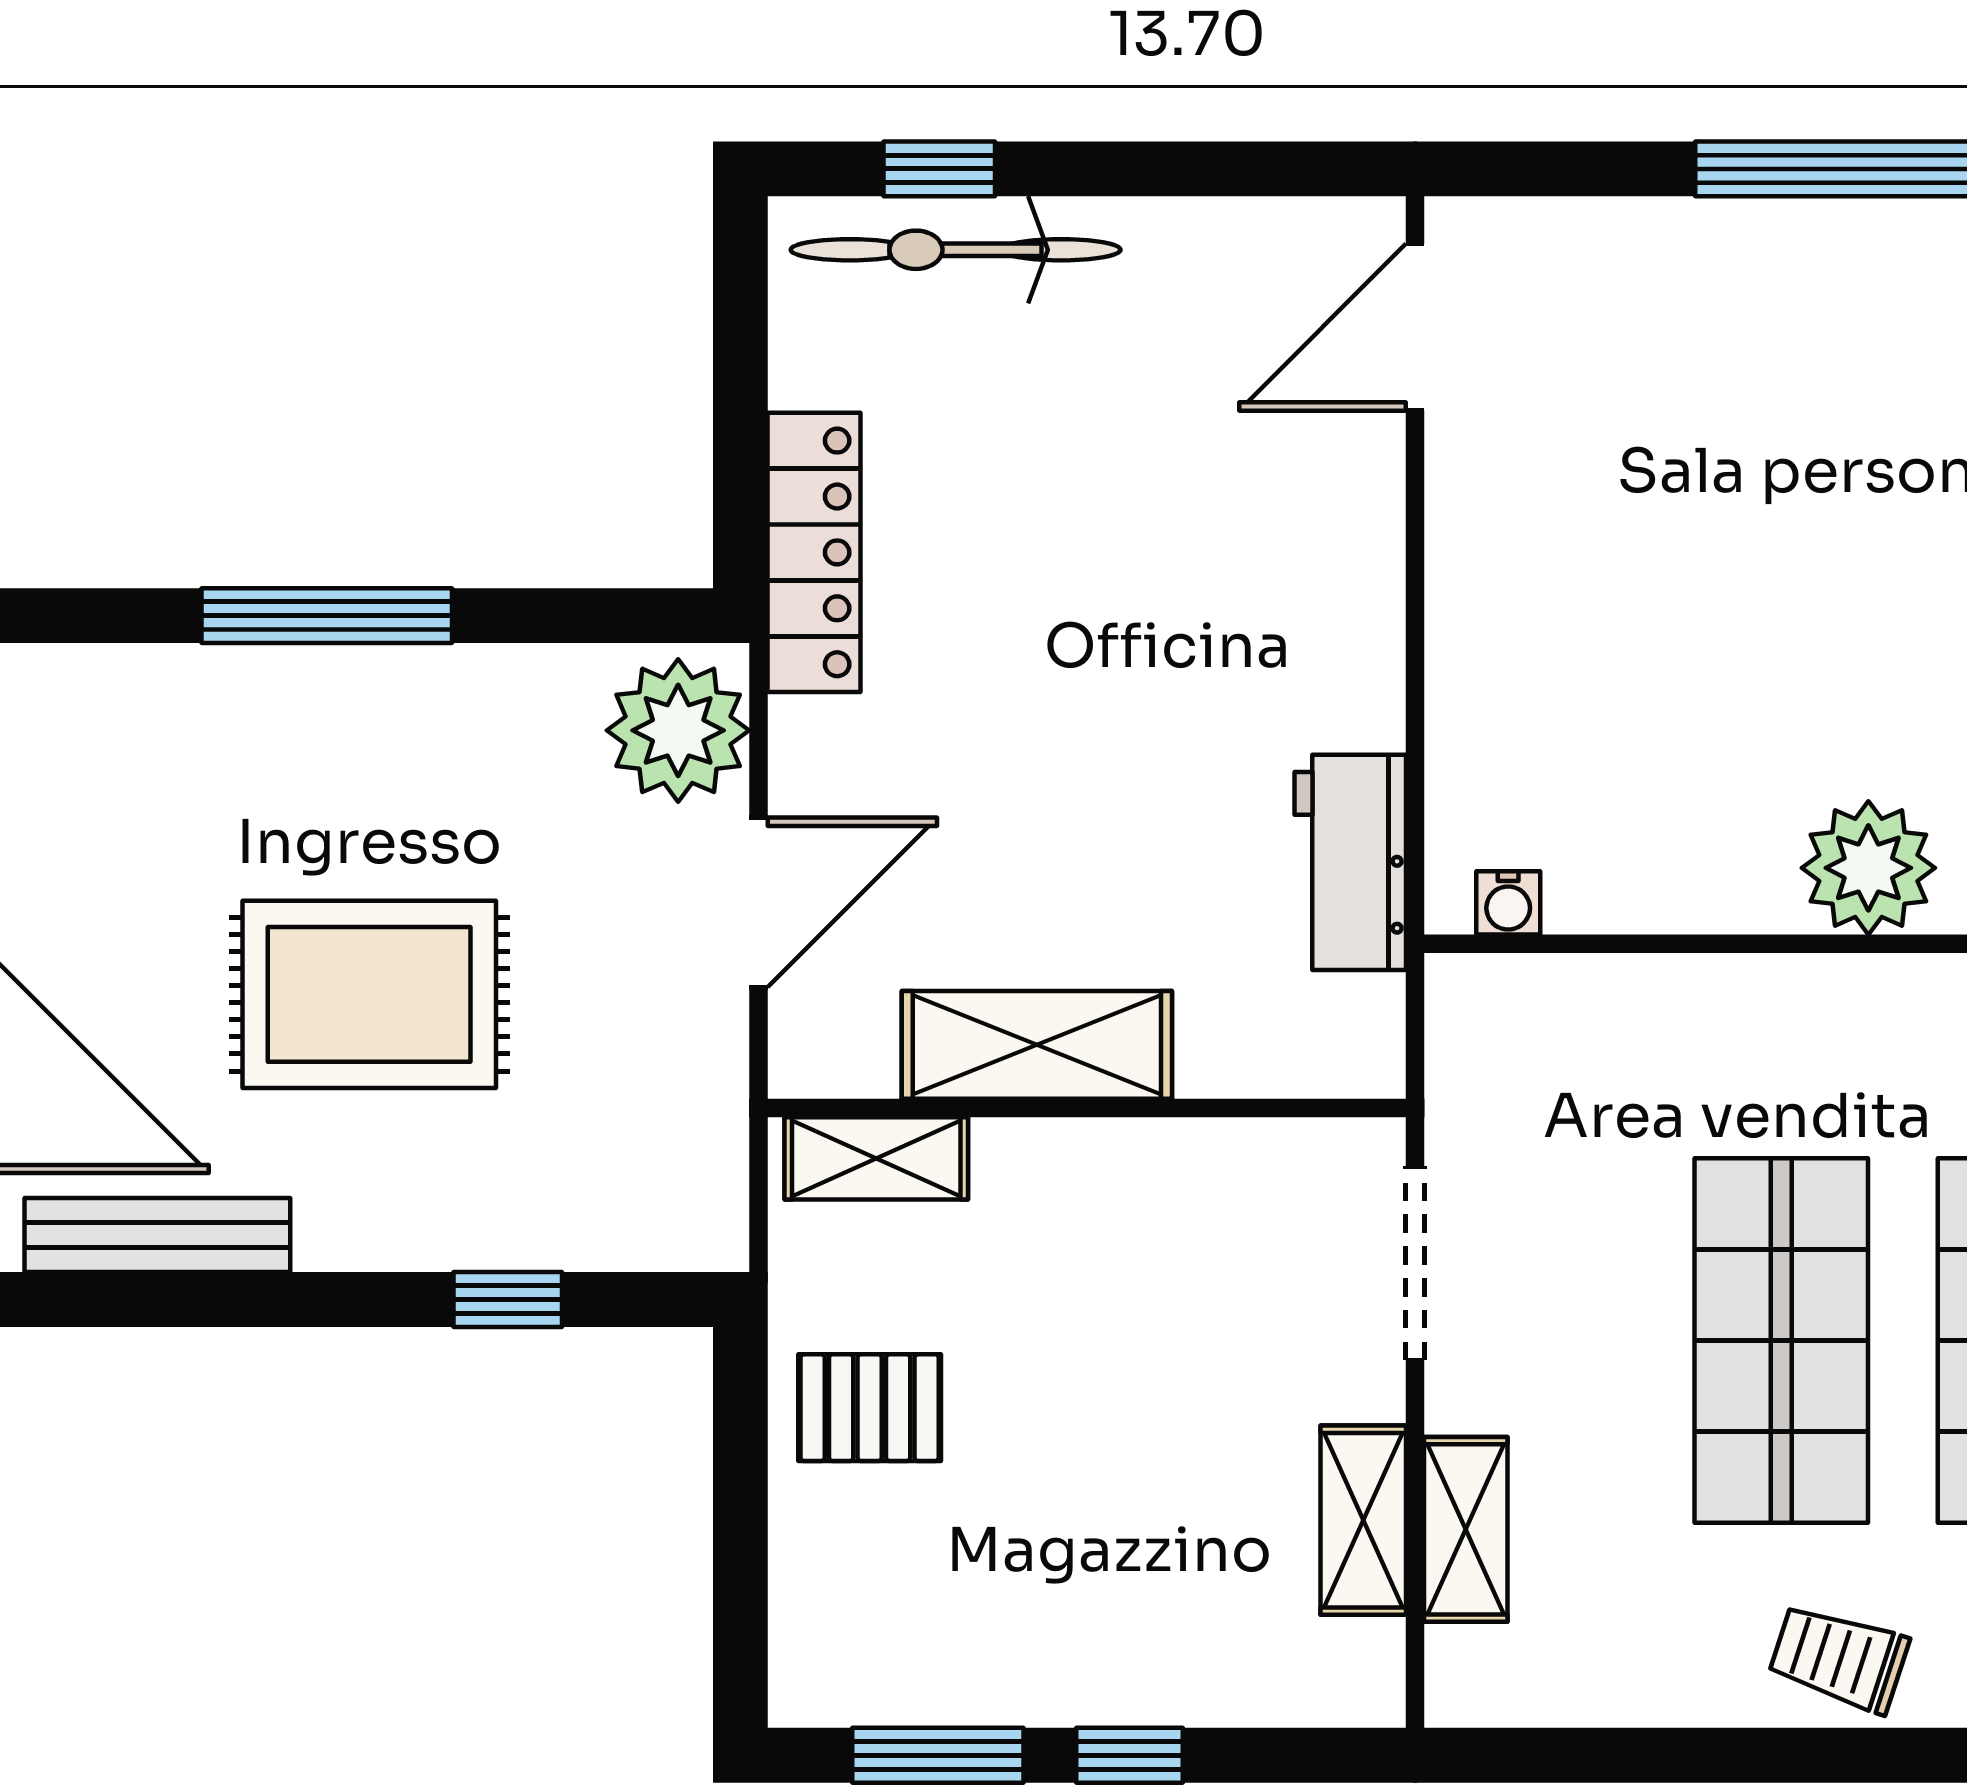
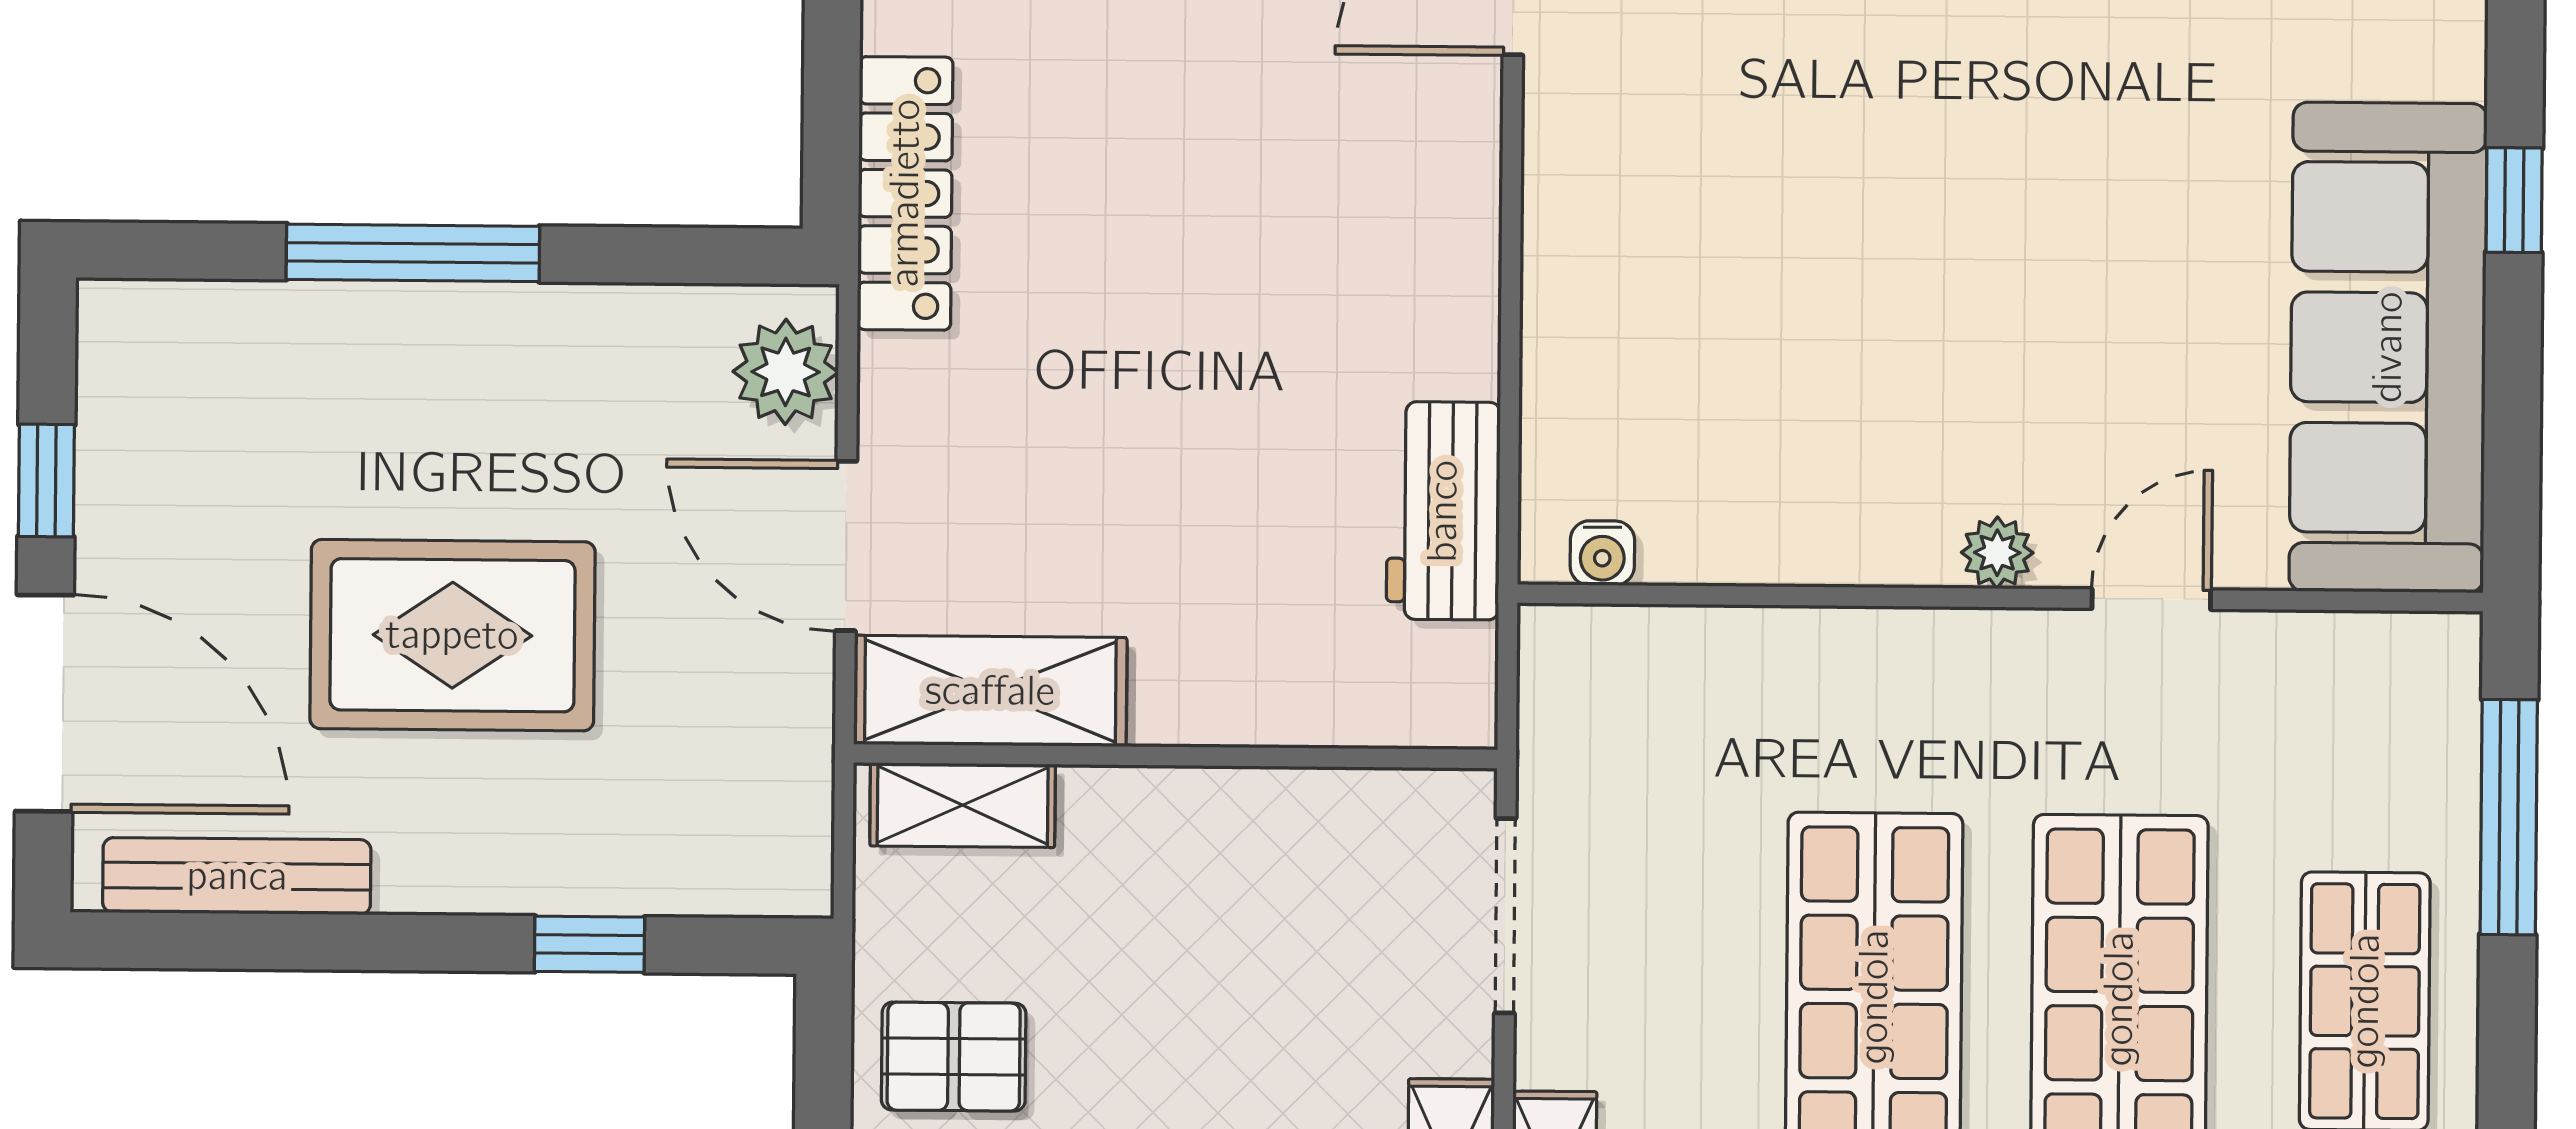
plant: (678, 730) -> (786, 372), width x0.73, depth x0.73
plant: (1868, 868) -> (1997, 553), width x0.53, depth x0.53
door: (759, 902) -> (846, 546), swing flipped
shelving: (1037, 1045) -> (990, 691), moved

